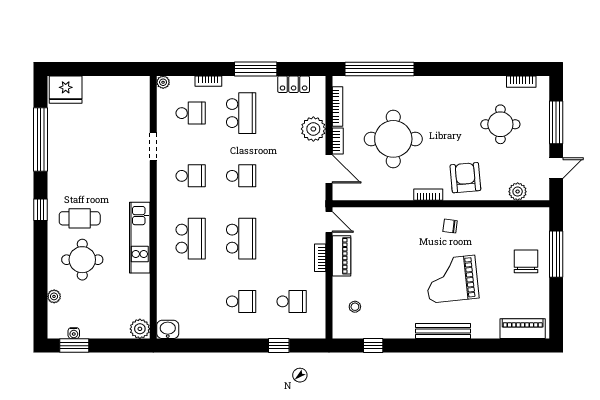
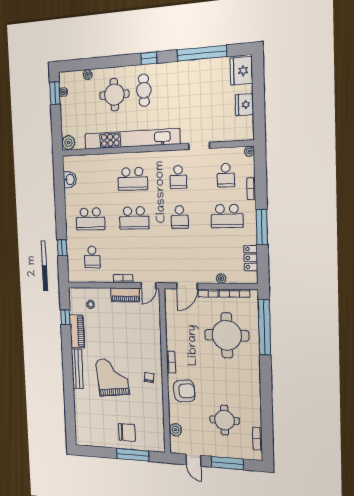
fridge: (106, 87) -> (244, 105), added
plant: (313, 129) -> (221, 278), width x0.53, depth x0.53
round table: (393, 139) -> (227, 335), moved
kitchen unit: (140, 238) -> (132, 139), width x1.86
school desk: (241, 301) -> (90, 219), width x1.85
washbasin: (168, 329) -> (70, 179), moved
piano: (523, 329) -> (77, 331), moved

